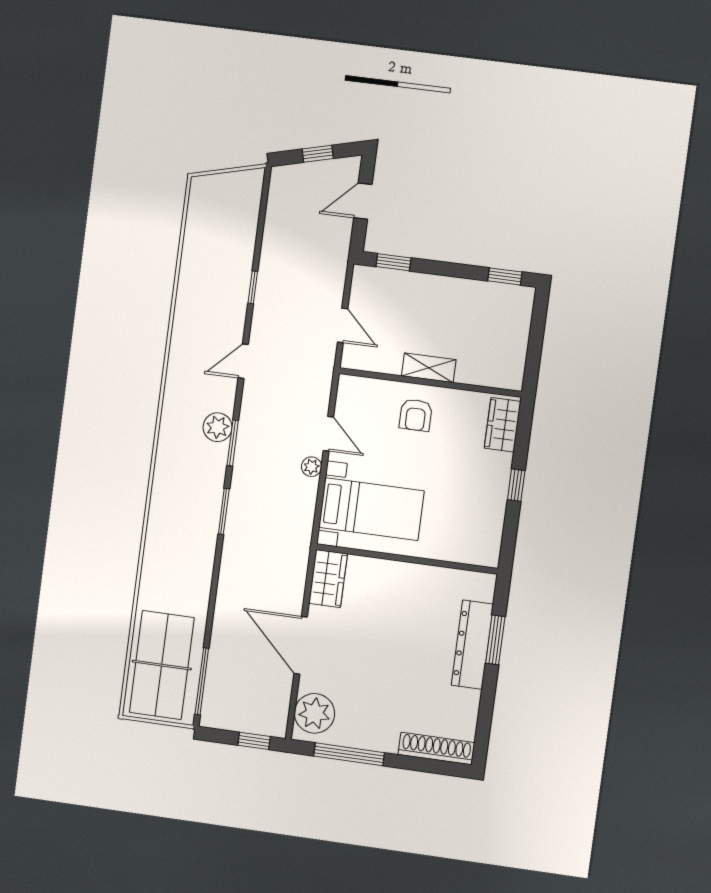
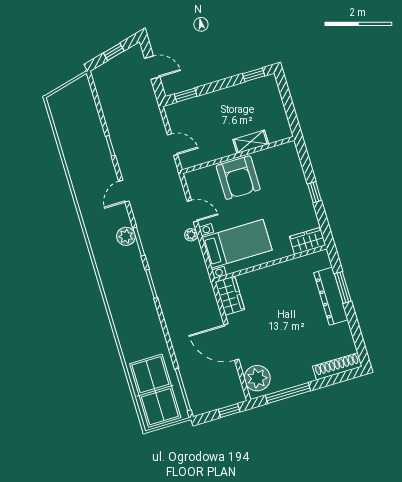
door: (363, 201) -> (152, 68), swing flipped
shelving: (429, 368) -> (251, 142), moved
armchair: (416, 415) -> (238, 178), width x1.88, depth x1.88
wardrobe: (503, 425) -> (308, 241), moved, turned 90

